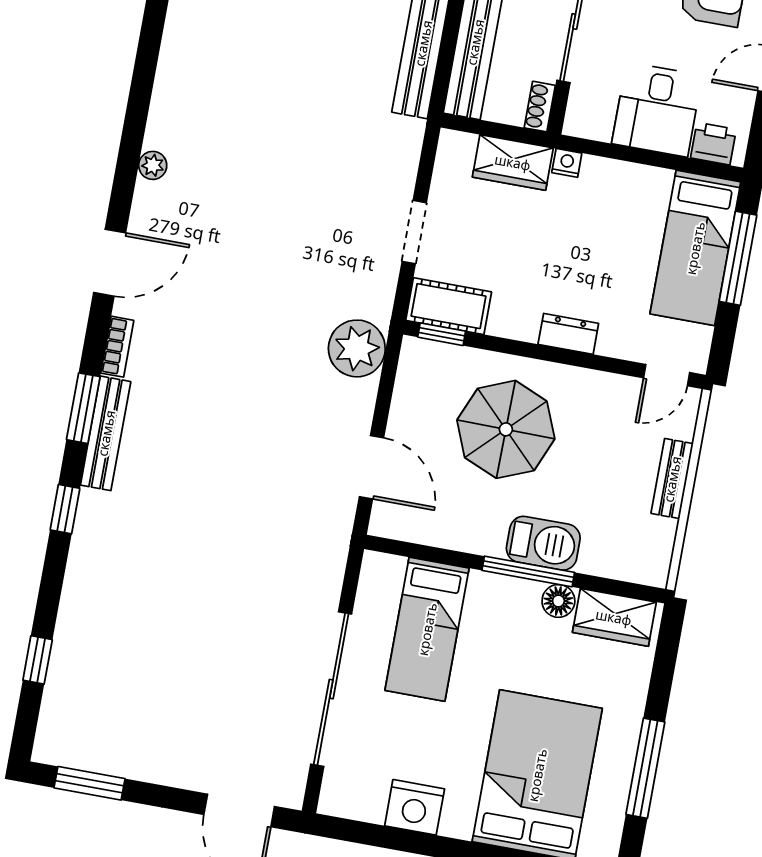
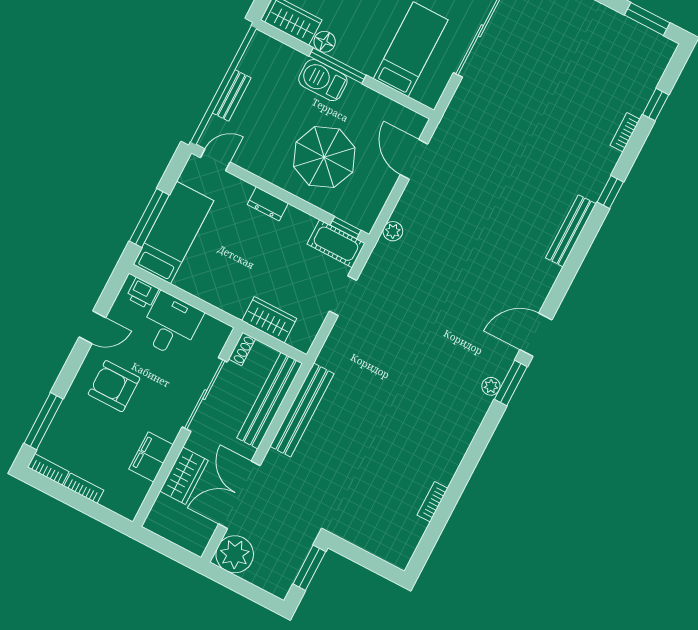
nightstand: (567, 163) -> (236, 309), removed
bookcase: (117, 347) -> (625, 132), moved
plant: (357, 348) -> (393, 231), width x0.53, depth x0.53
window: (83, 408) -> (511, 383), moved

